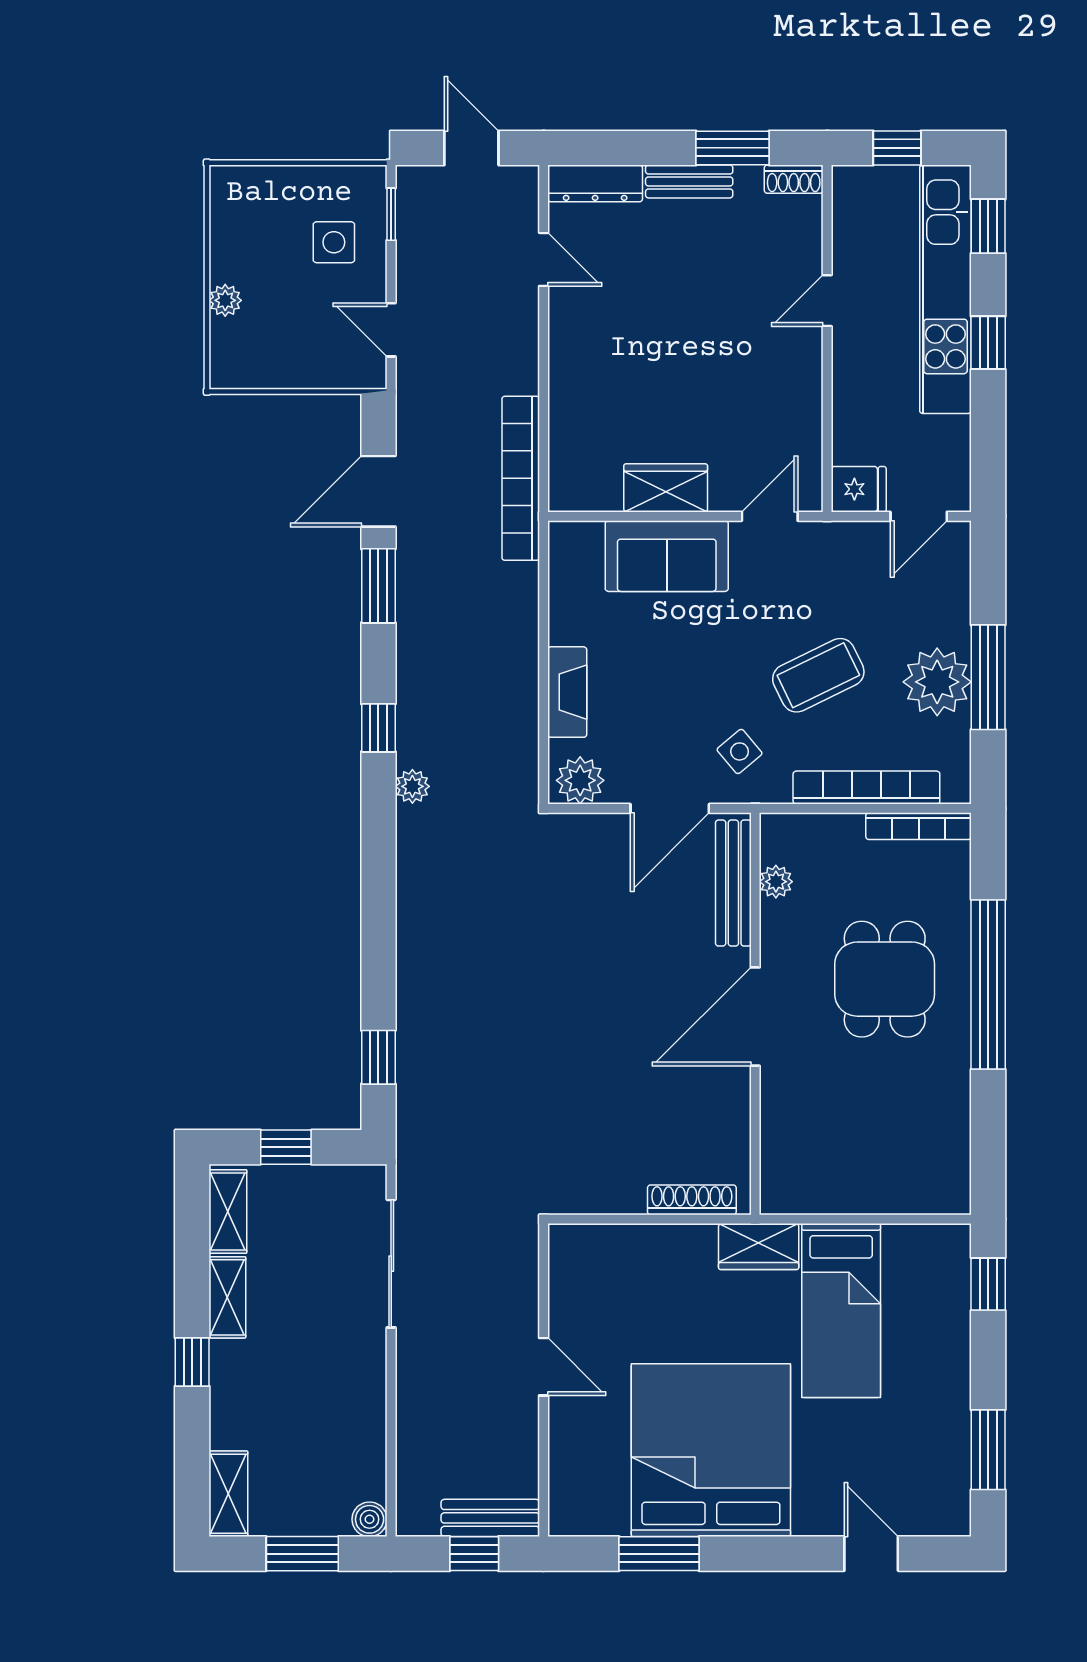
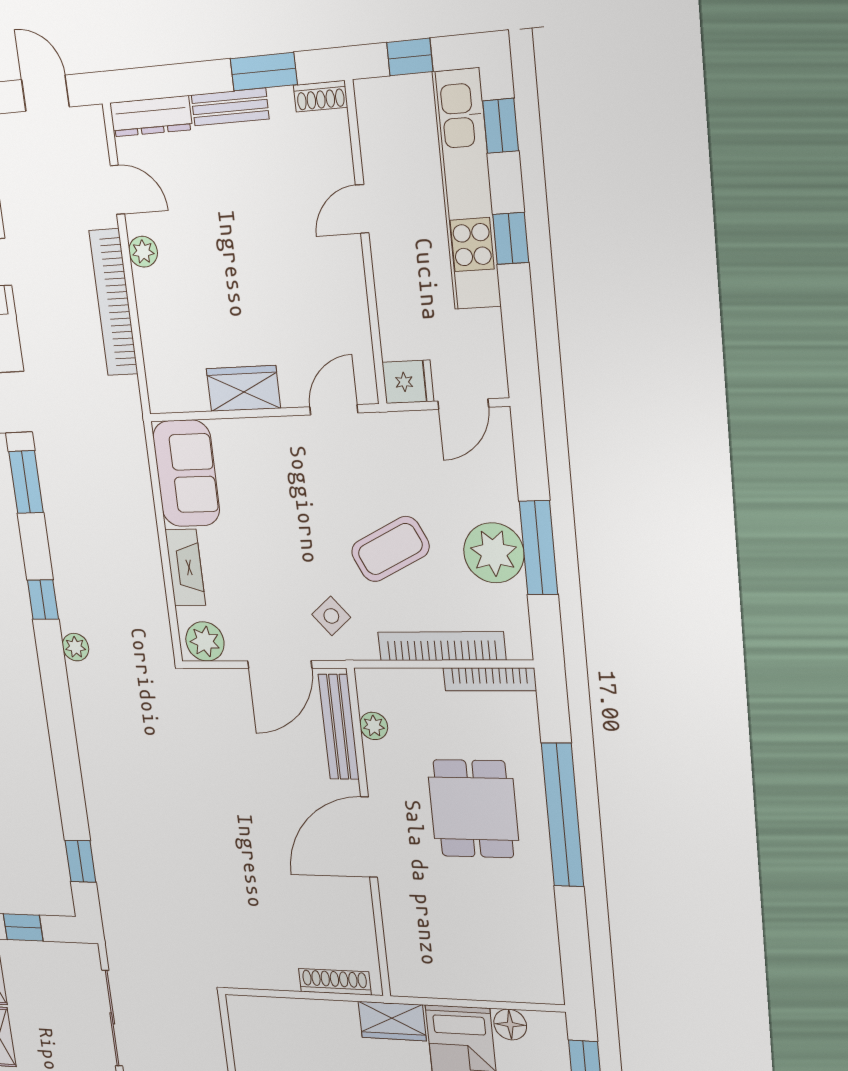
plant: (565, 329) -> (143, 252), added
bookcase: (521, 478) -> (113, 302), moved
sofa: (667, 556) -> (186, 473), moved, turned -90
floor lamp: (903, 1243) -> (510, 1025), added

